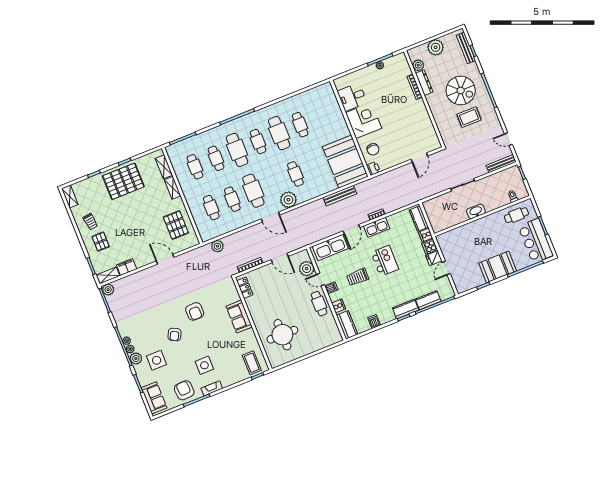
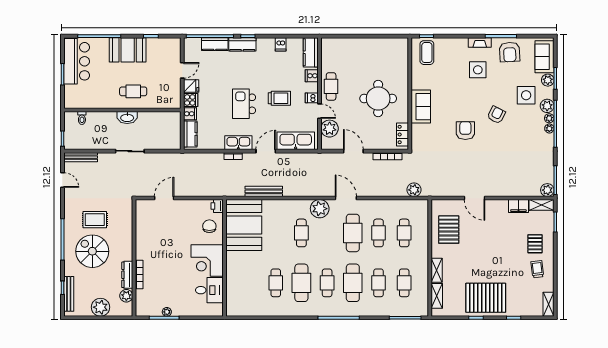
cafe table: (516, 215) -> (133, 91), moved
round table: (282, 335) -> (378, 98), moved
plant: (144, 380) -> (548, 80), added

